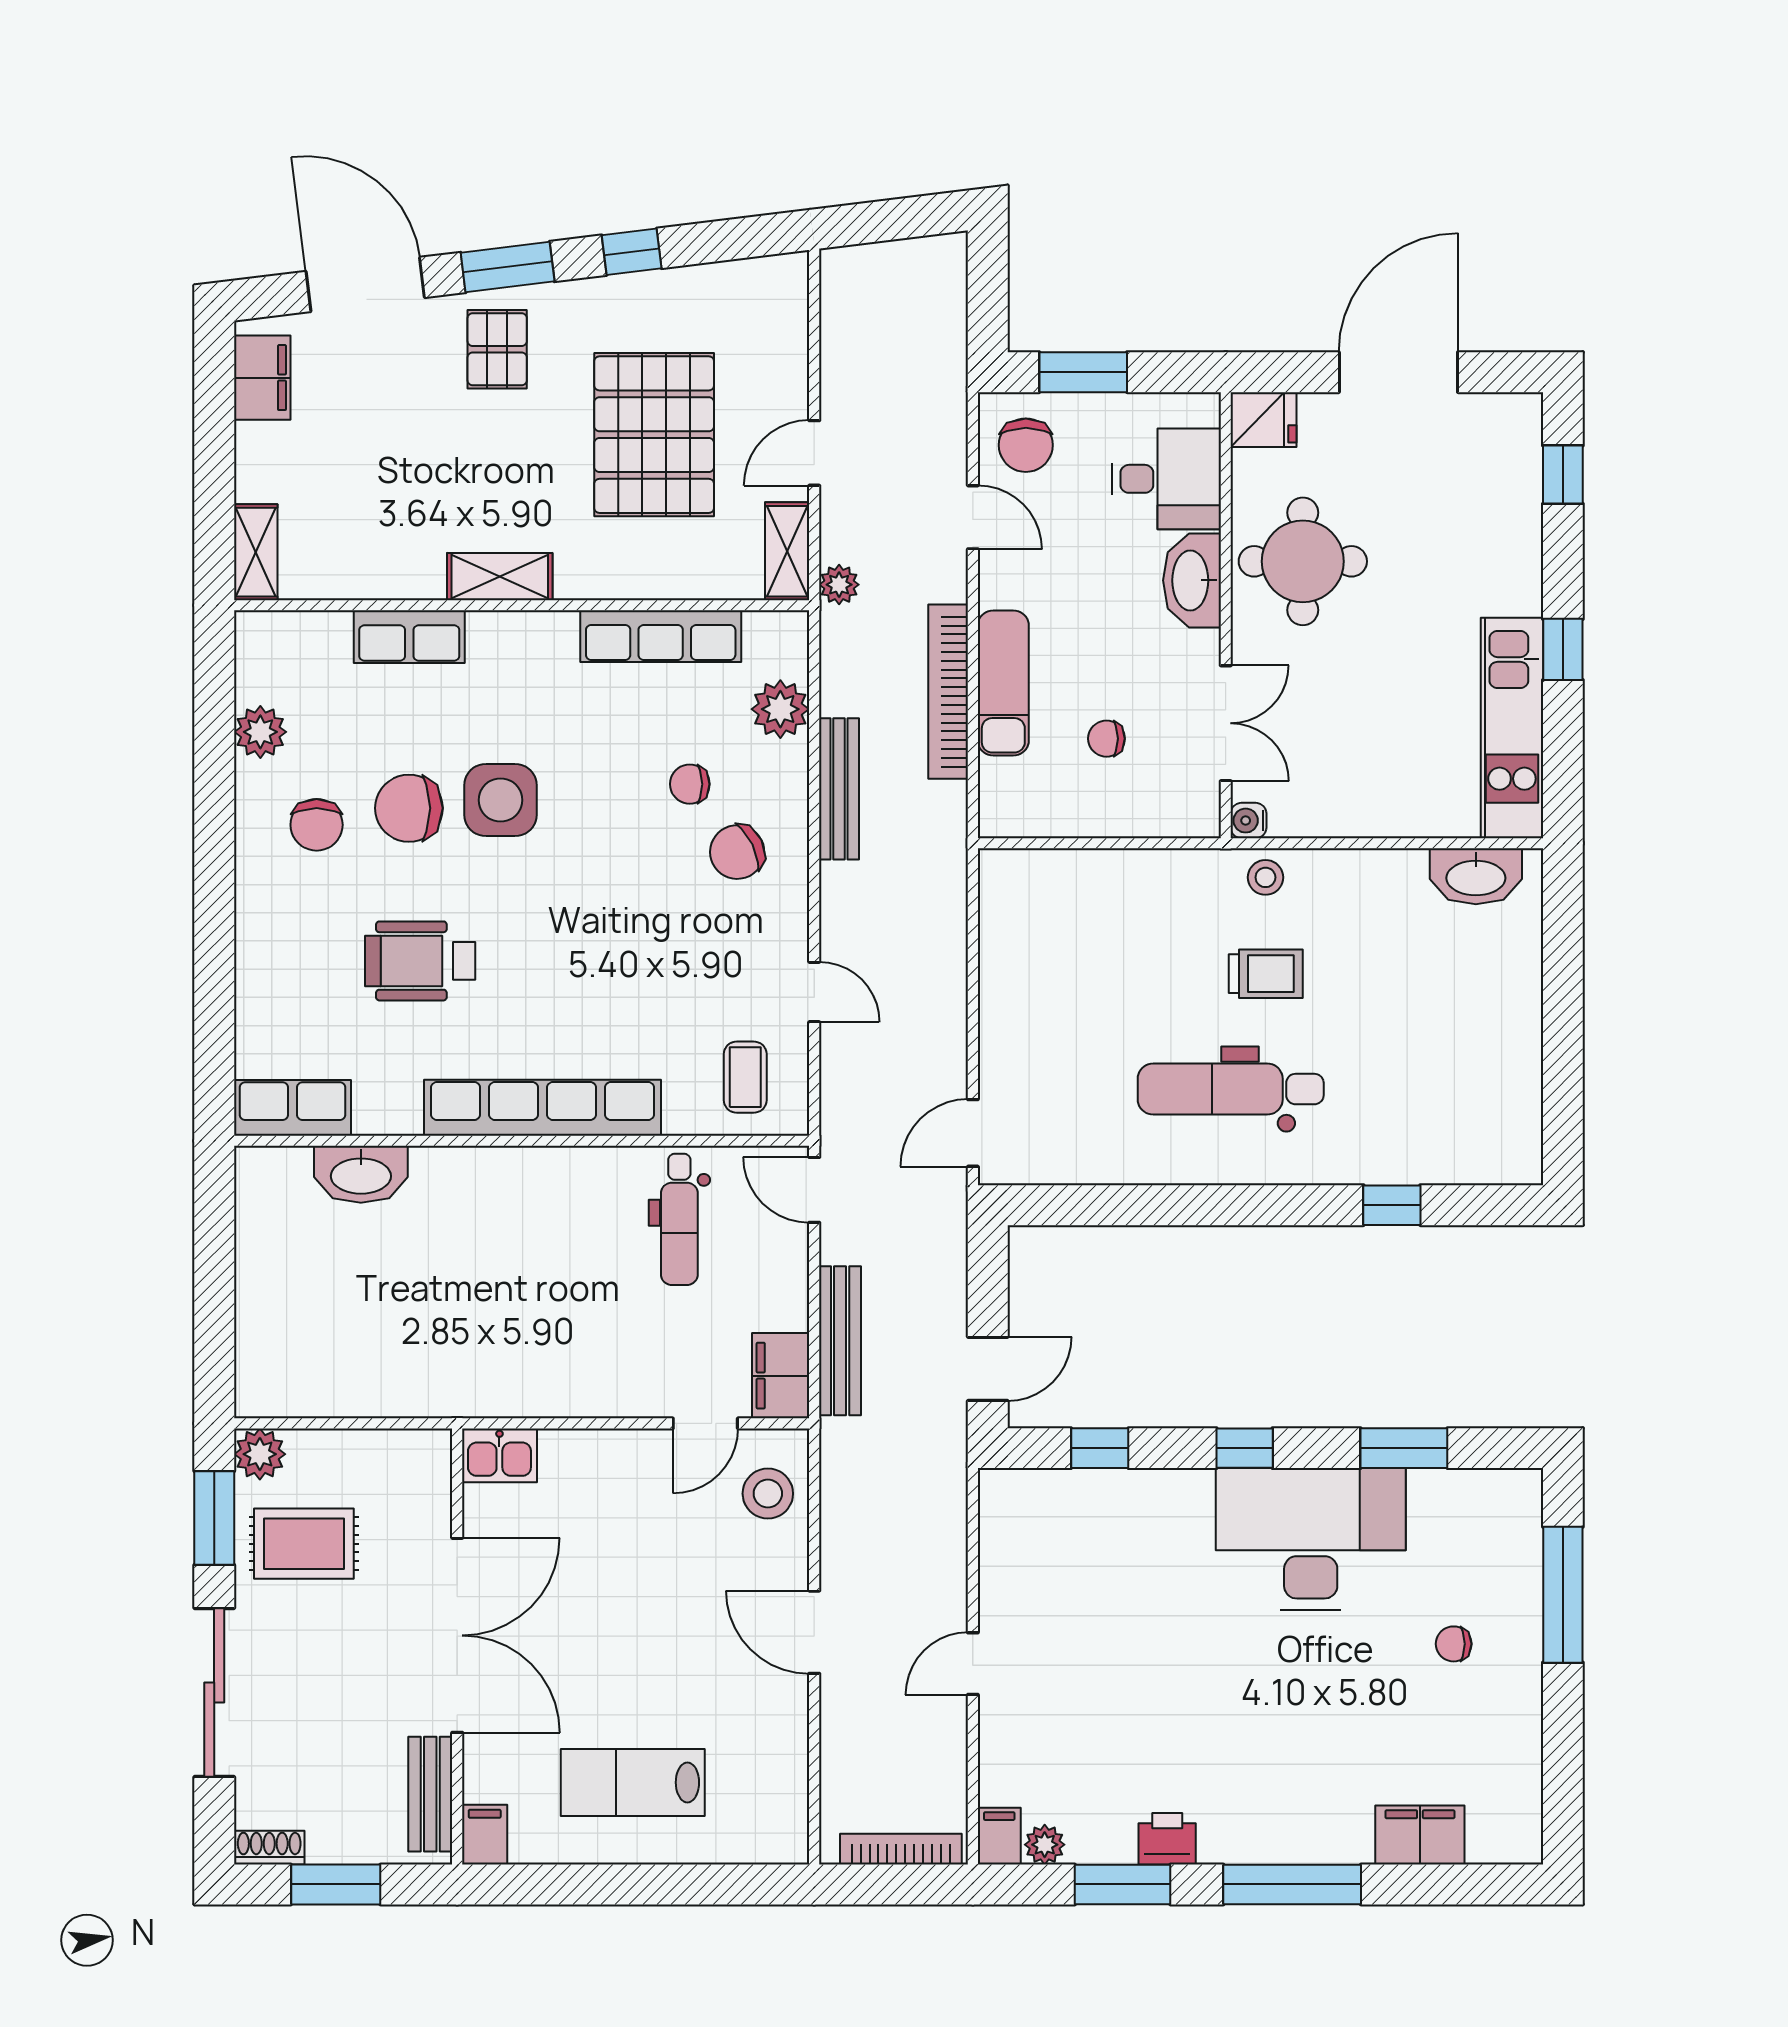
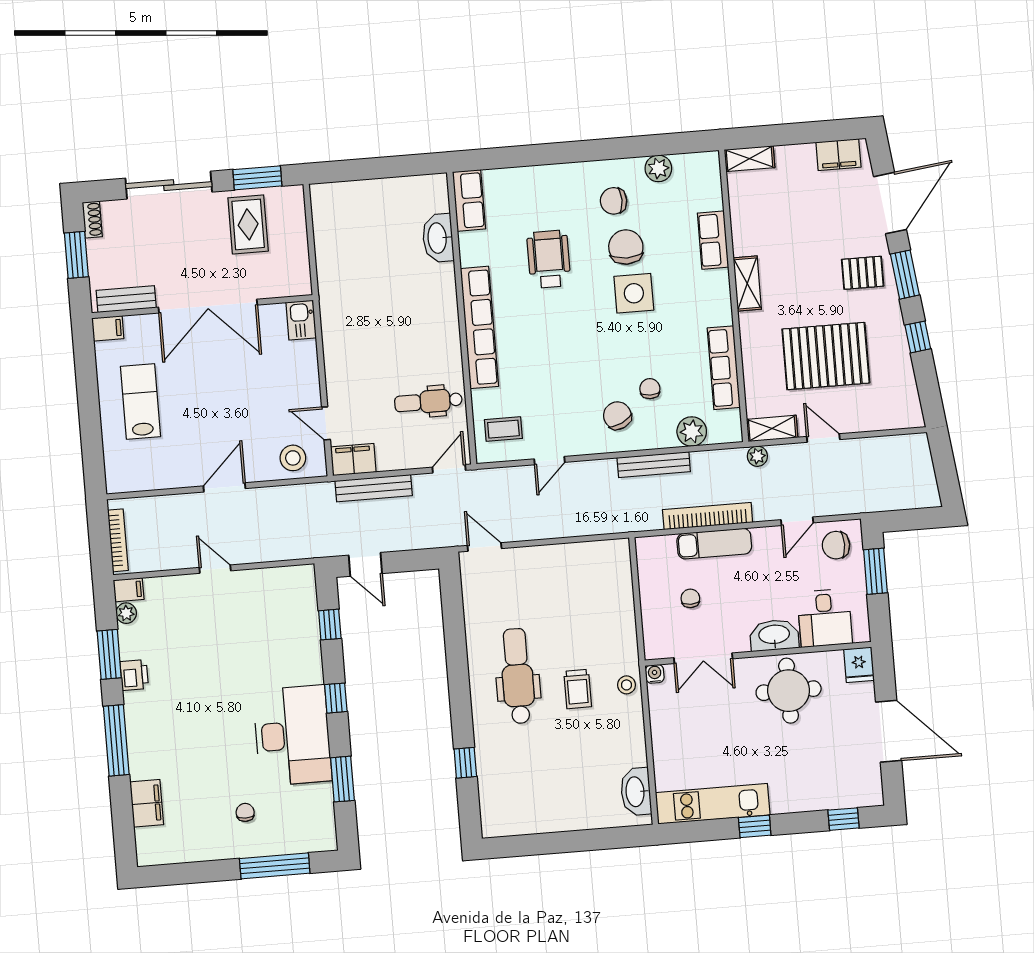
plant: (260, 1454) -> (292, 198), removed

